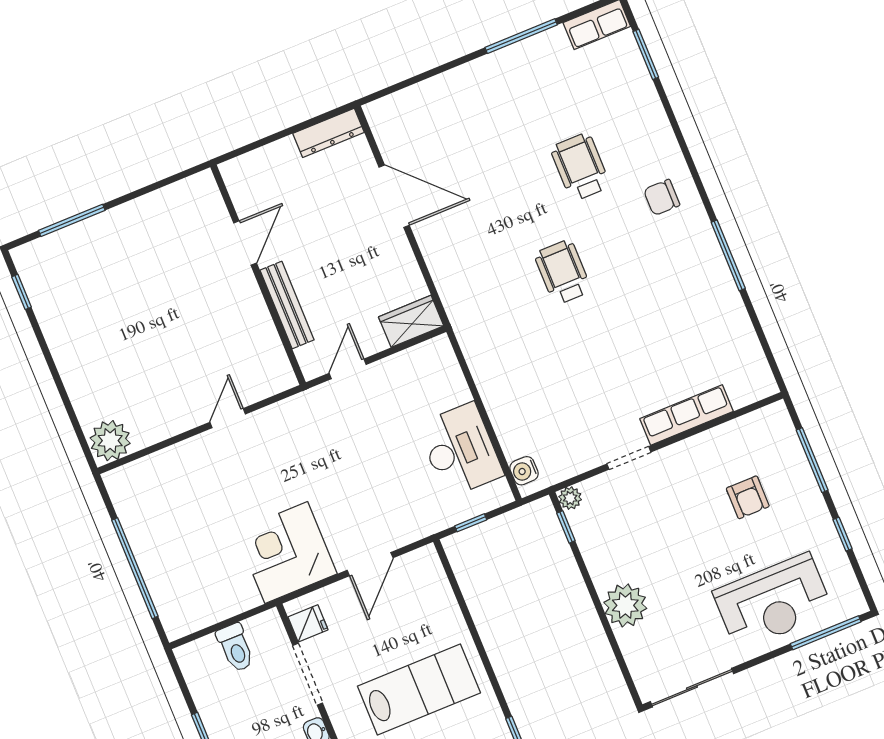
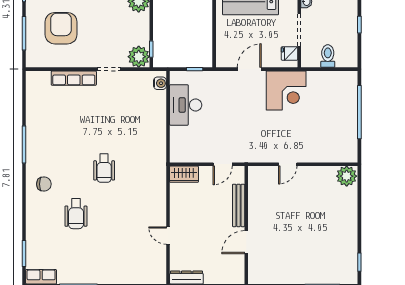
door: (394, 196) -> (168, 236), width x0.53
armchair: (748, 497) -> (61, 28), width x1.88, depth x1.88
plant: (570, 498) -> (139, 57), width x1.87, depth x1.87

